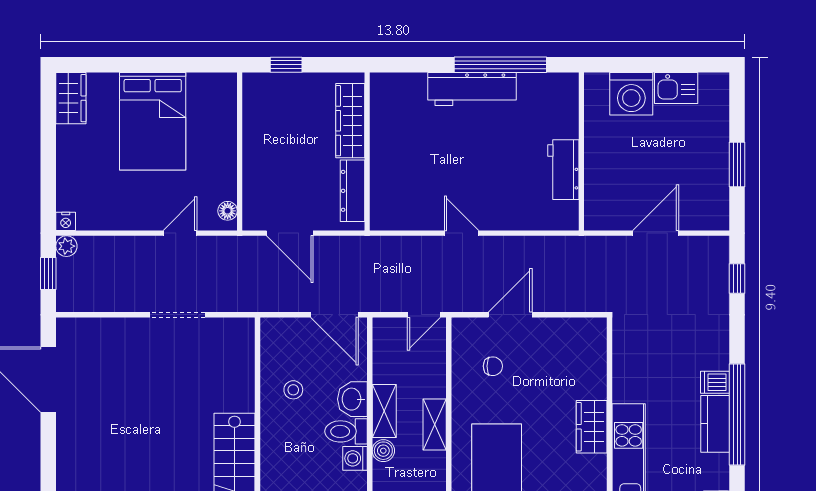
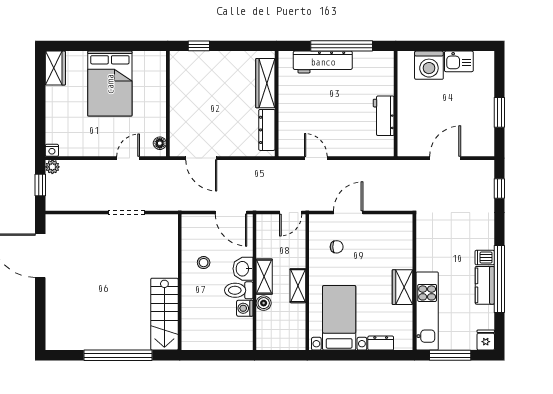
wardrobe: (350, 121) -> (265, 83), moved
wall: (367, 152) -> (277, 104), moved
dresser: (353, 191) -> (267, 130), moved

